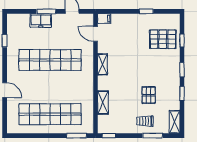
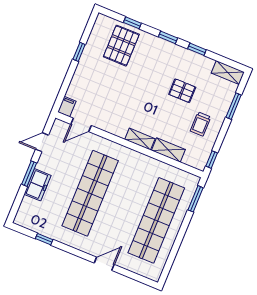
shelving: (102, 64) -> (140, 139), moved
trolley: (145, 121) -> (200, 124), moved

